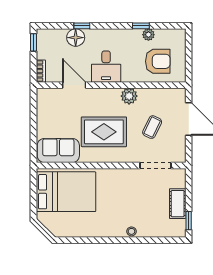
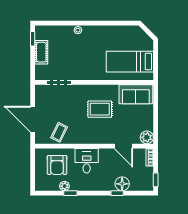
armchair: (158, 61) -> (57, 165), turned -90
desk: (106, 67) -> (87, 161), moved
plant: (129, 96) -> (147, 137), moved
coffee table: (152, 127) -> (59, 132), moved
rug: (104, 132) -> (100, 109), width x0.73, depth x0.70
bed: (66, 192) -> (130, 62), width x0.67

